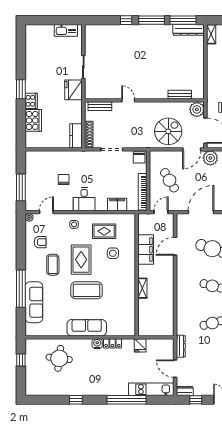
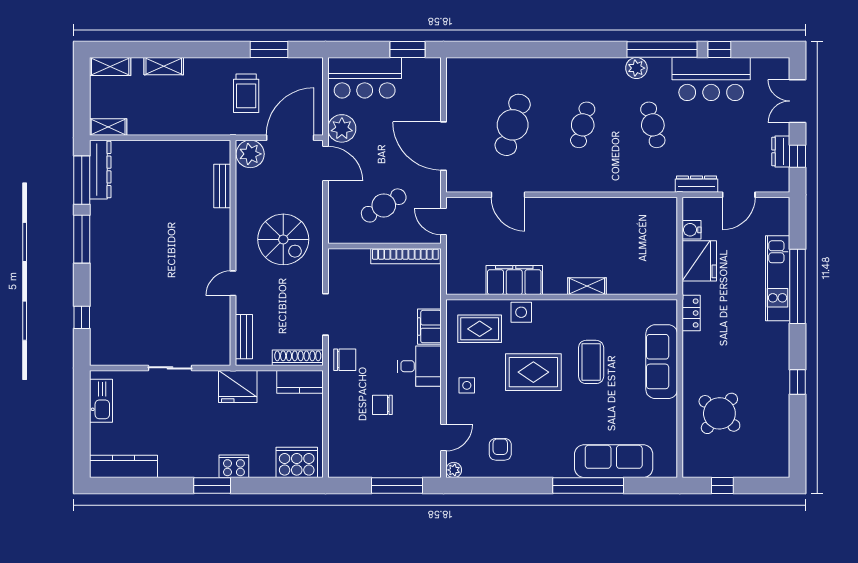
window: (126, 20) -> (82, 317), moved
kitchen counter: (31, 42) -> (124, 466), added
fridge: (74, 90) -> (238, 386), moved
cooker: (33, 120) -> (297, 462), moved
spiral stairs: (168, 131) -> (283, 239), moved, turned 180
chair: (139, 157) -> (345, 360), moved
filing cabinet: (117, 205) -> (429, 327), moved
door: (46, 212) -> (444, 438), swing flipped
rug: (104, 231) -> (480, 329), turned 90
filing cabinet: (146, 250) -> (514, 280), moved
coffee table: (53, 265) -> (543, 425), removed
wall: (137, 275) -> (562, 297), moved
shelving: (142, 288) -> (587, 286), moved
coffee table: (86, 290) -> (591, 362), width x0.73, depth x0.76
water cooler: (97, 344) -> (692, 230), moved
fridge: (140, 345) -> (699, 261), width x1.88, depth x1.34
round table: (59, 358) -> (719, 413), turned 33
kitchen unit: (151, 389) -> (778, 278), moved
dresser: (185, 391) -> (781, 151), moved

